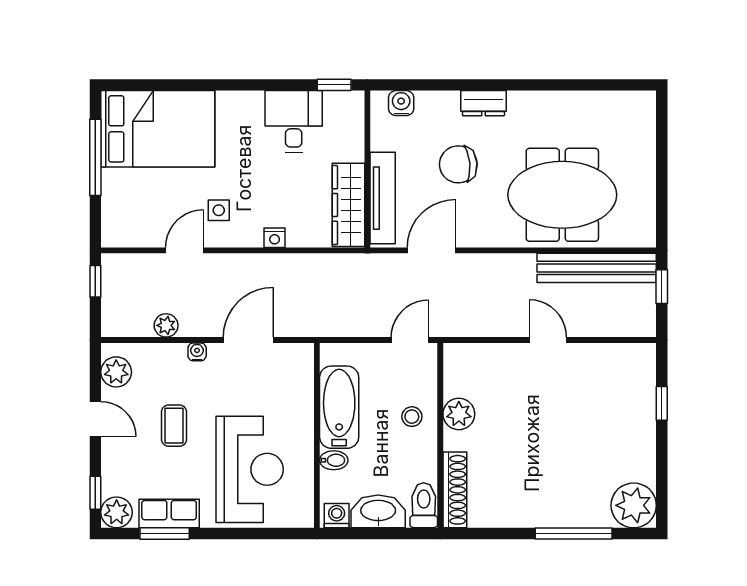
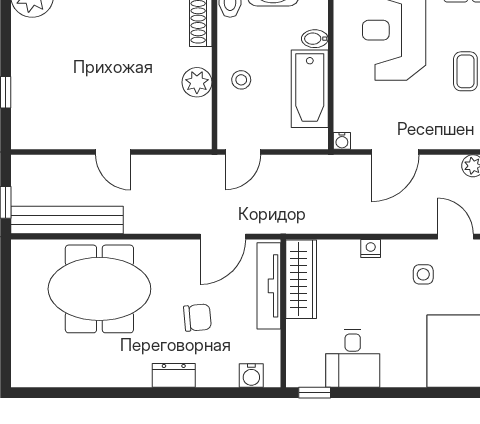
chair: (458, 164) -> (197, 318), width x0.73, depth x0.73
door: (185, 250) -> (455, 237), swing flipped
water cooler: (197, 352) -> (342, 141), moved

